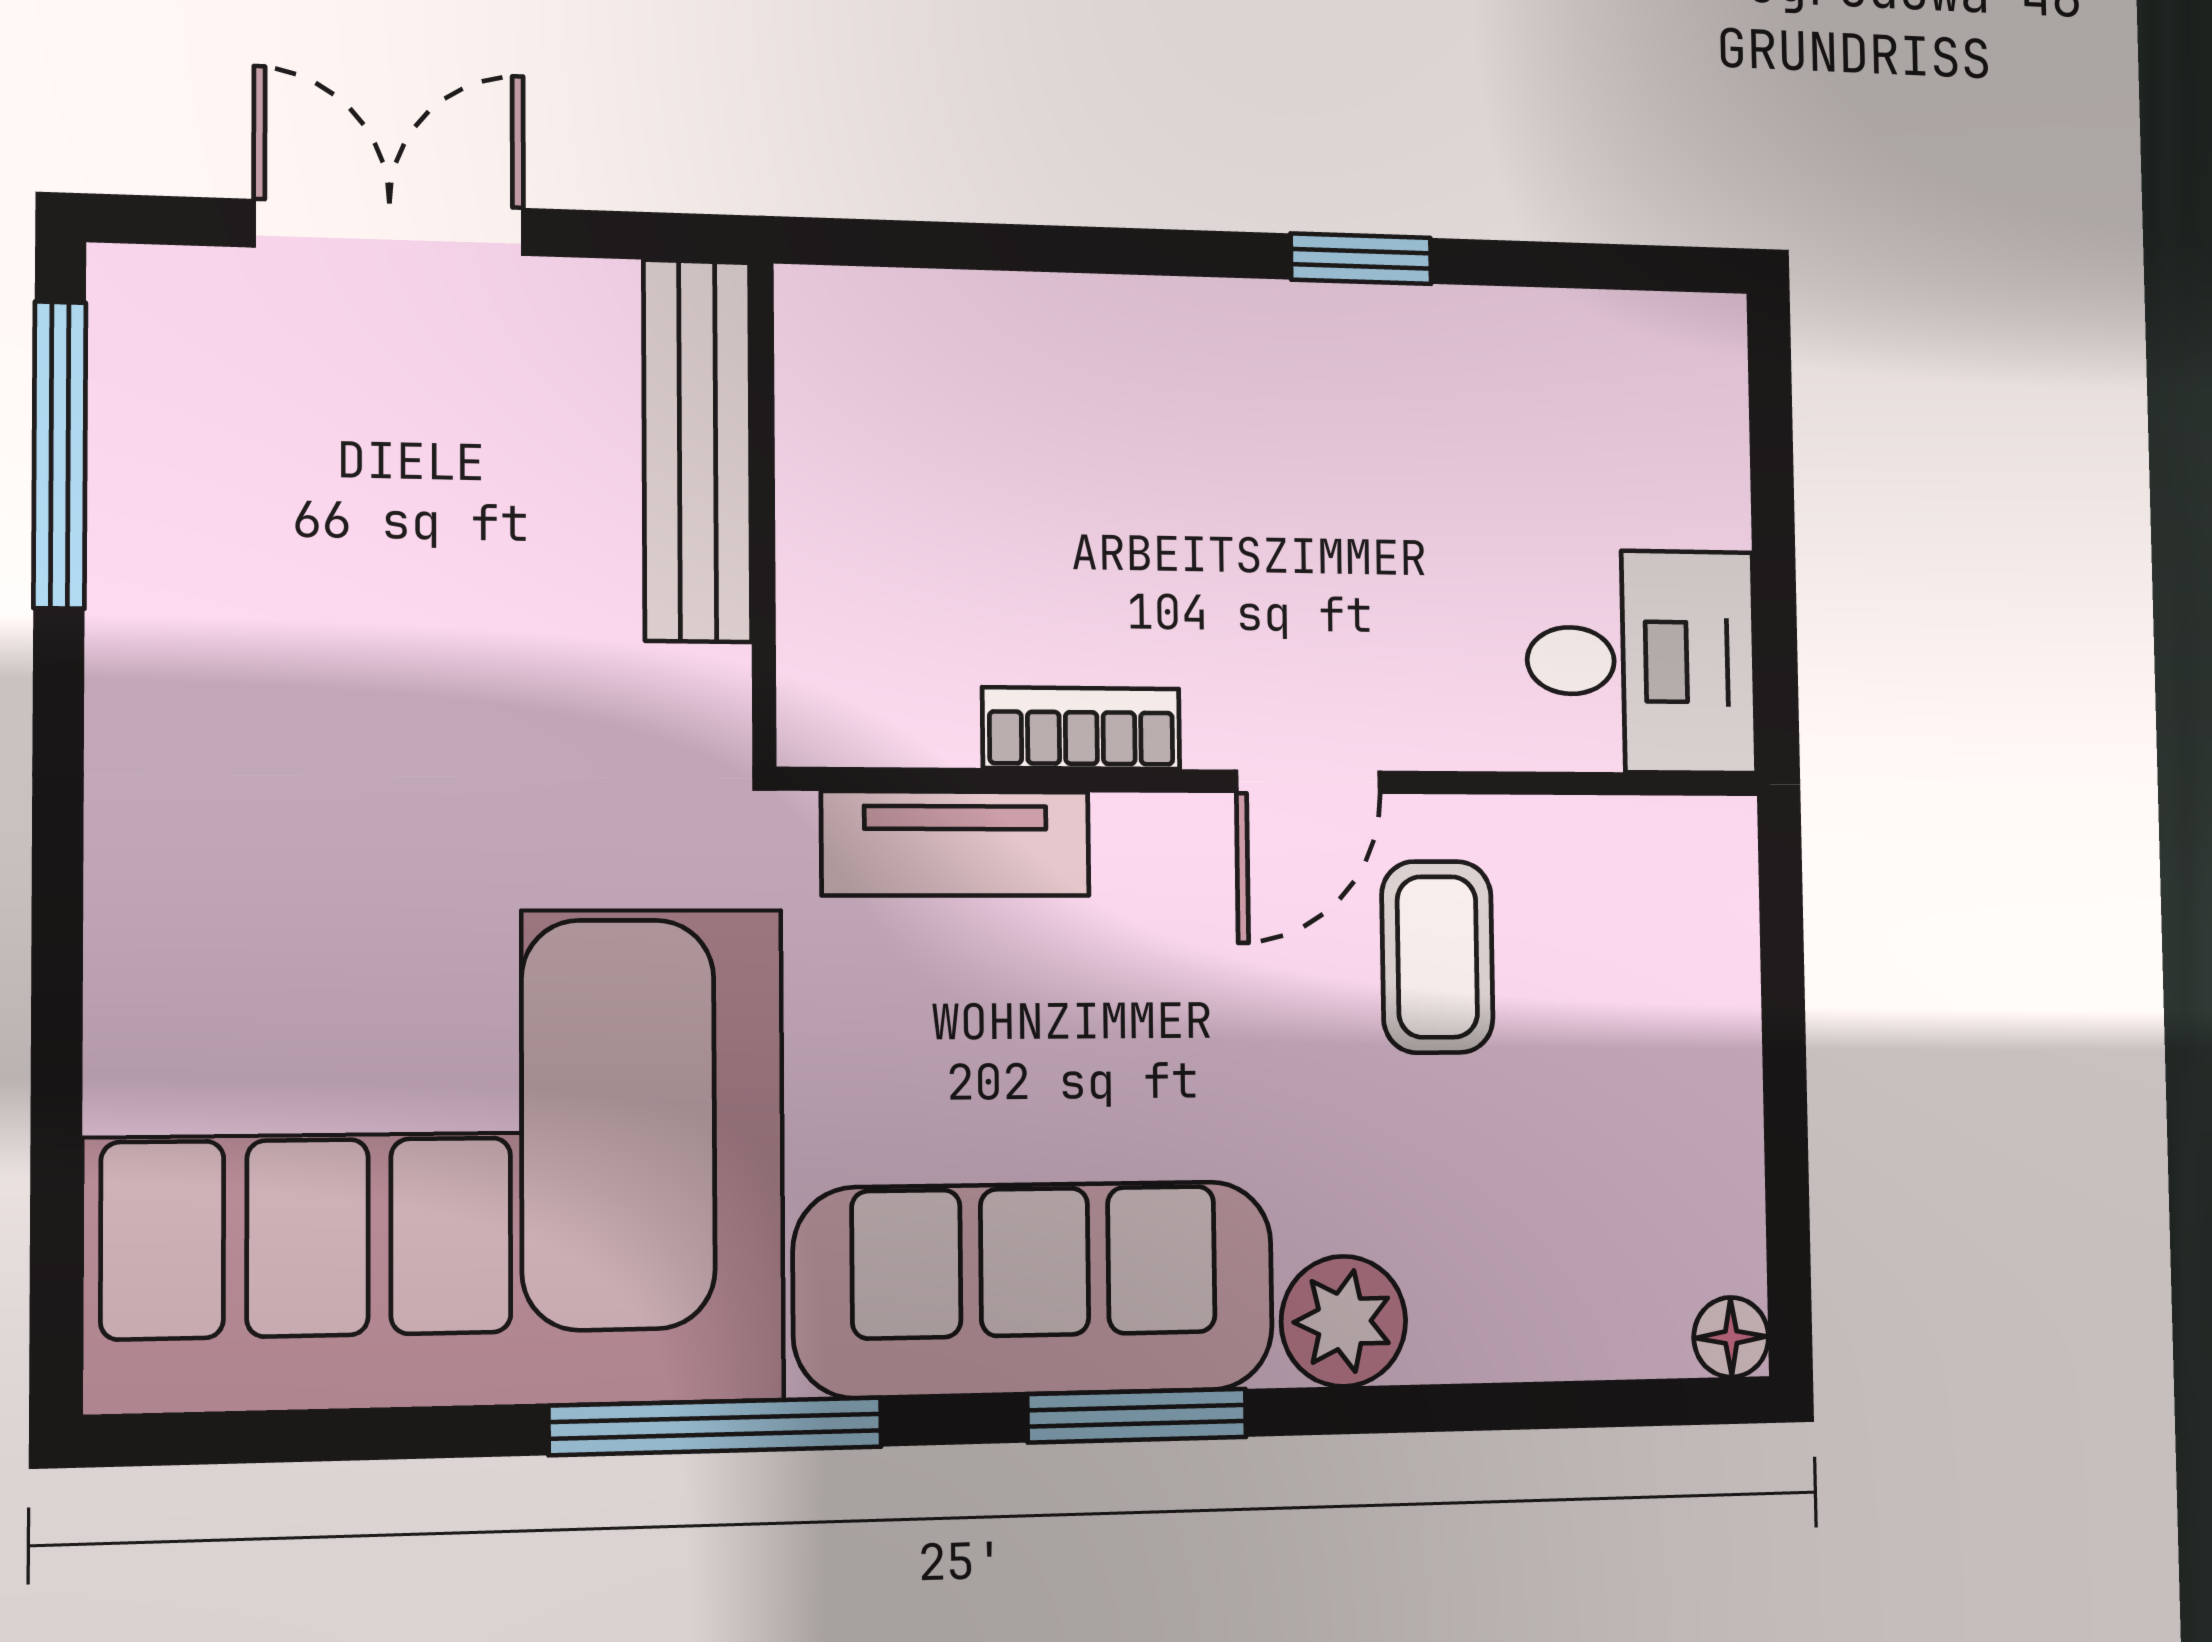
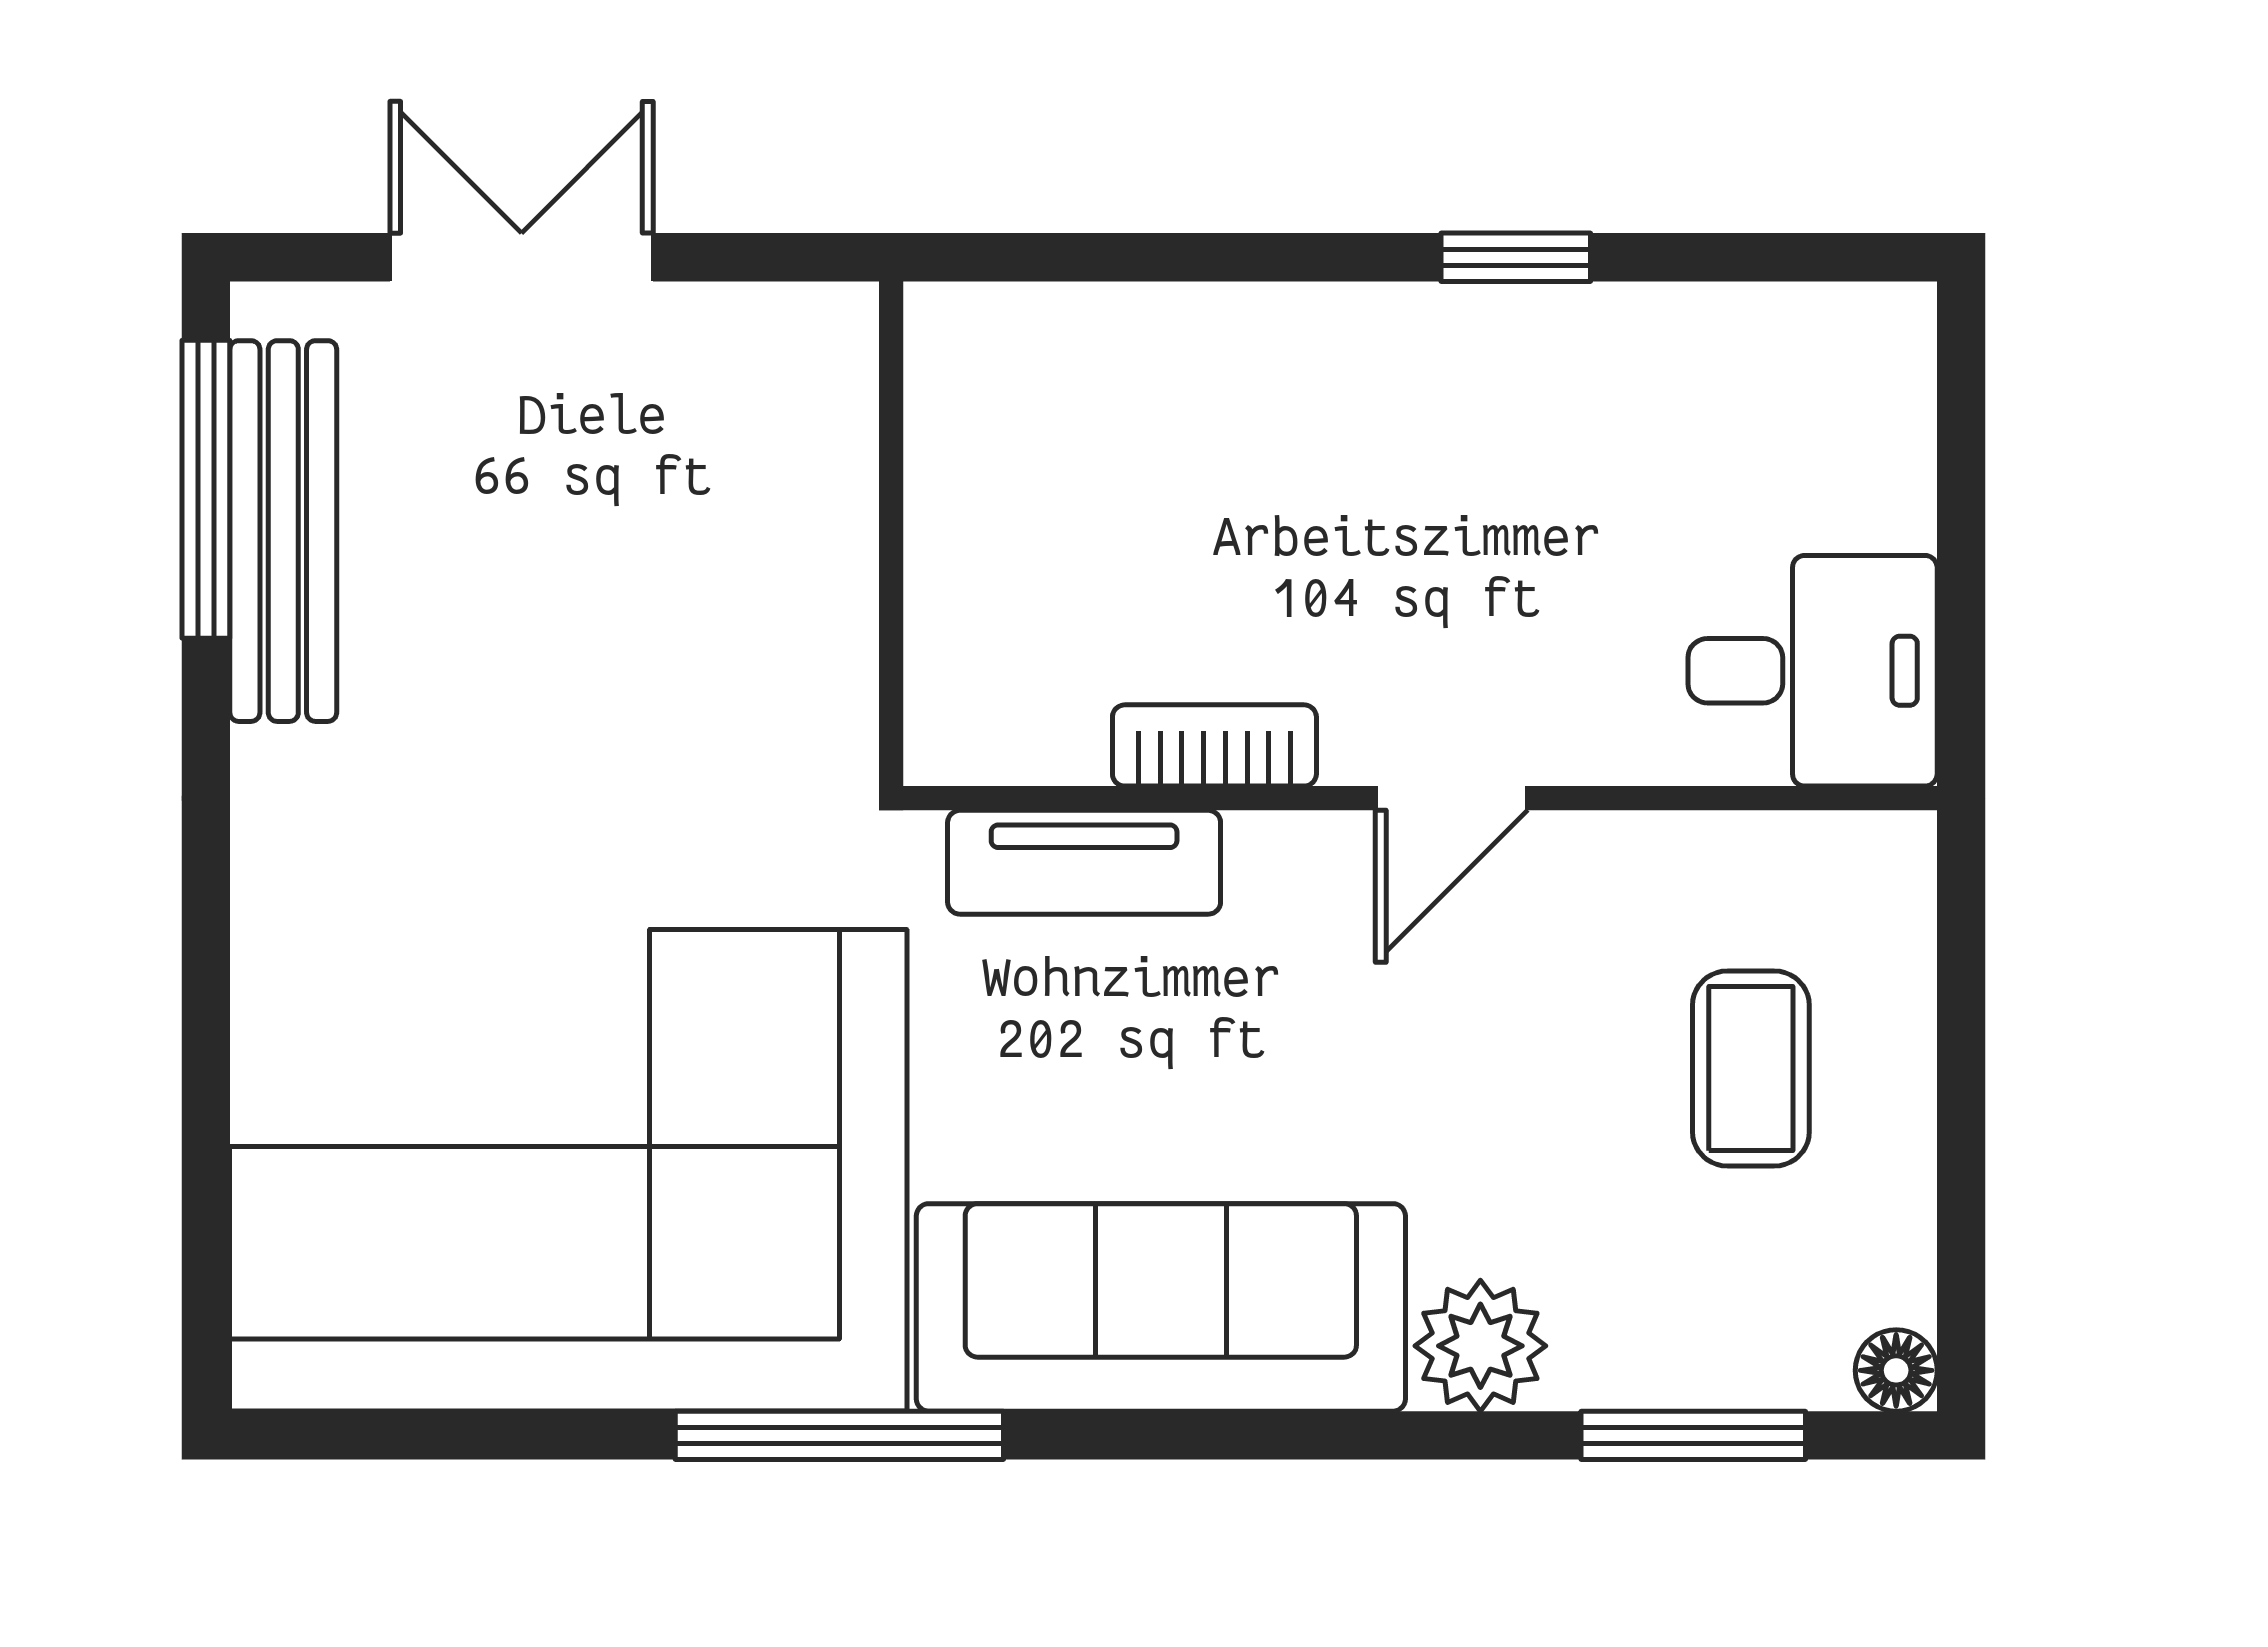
bench: (698, 451) -> (283, 531), moved
coffee table: (1437, 957) -> (1751, 1068), moved
window: (1137, 1416) -> (1693, 1435), moved

